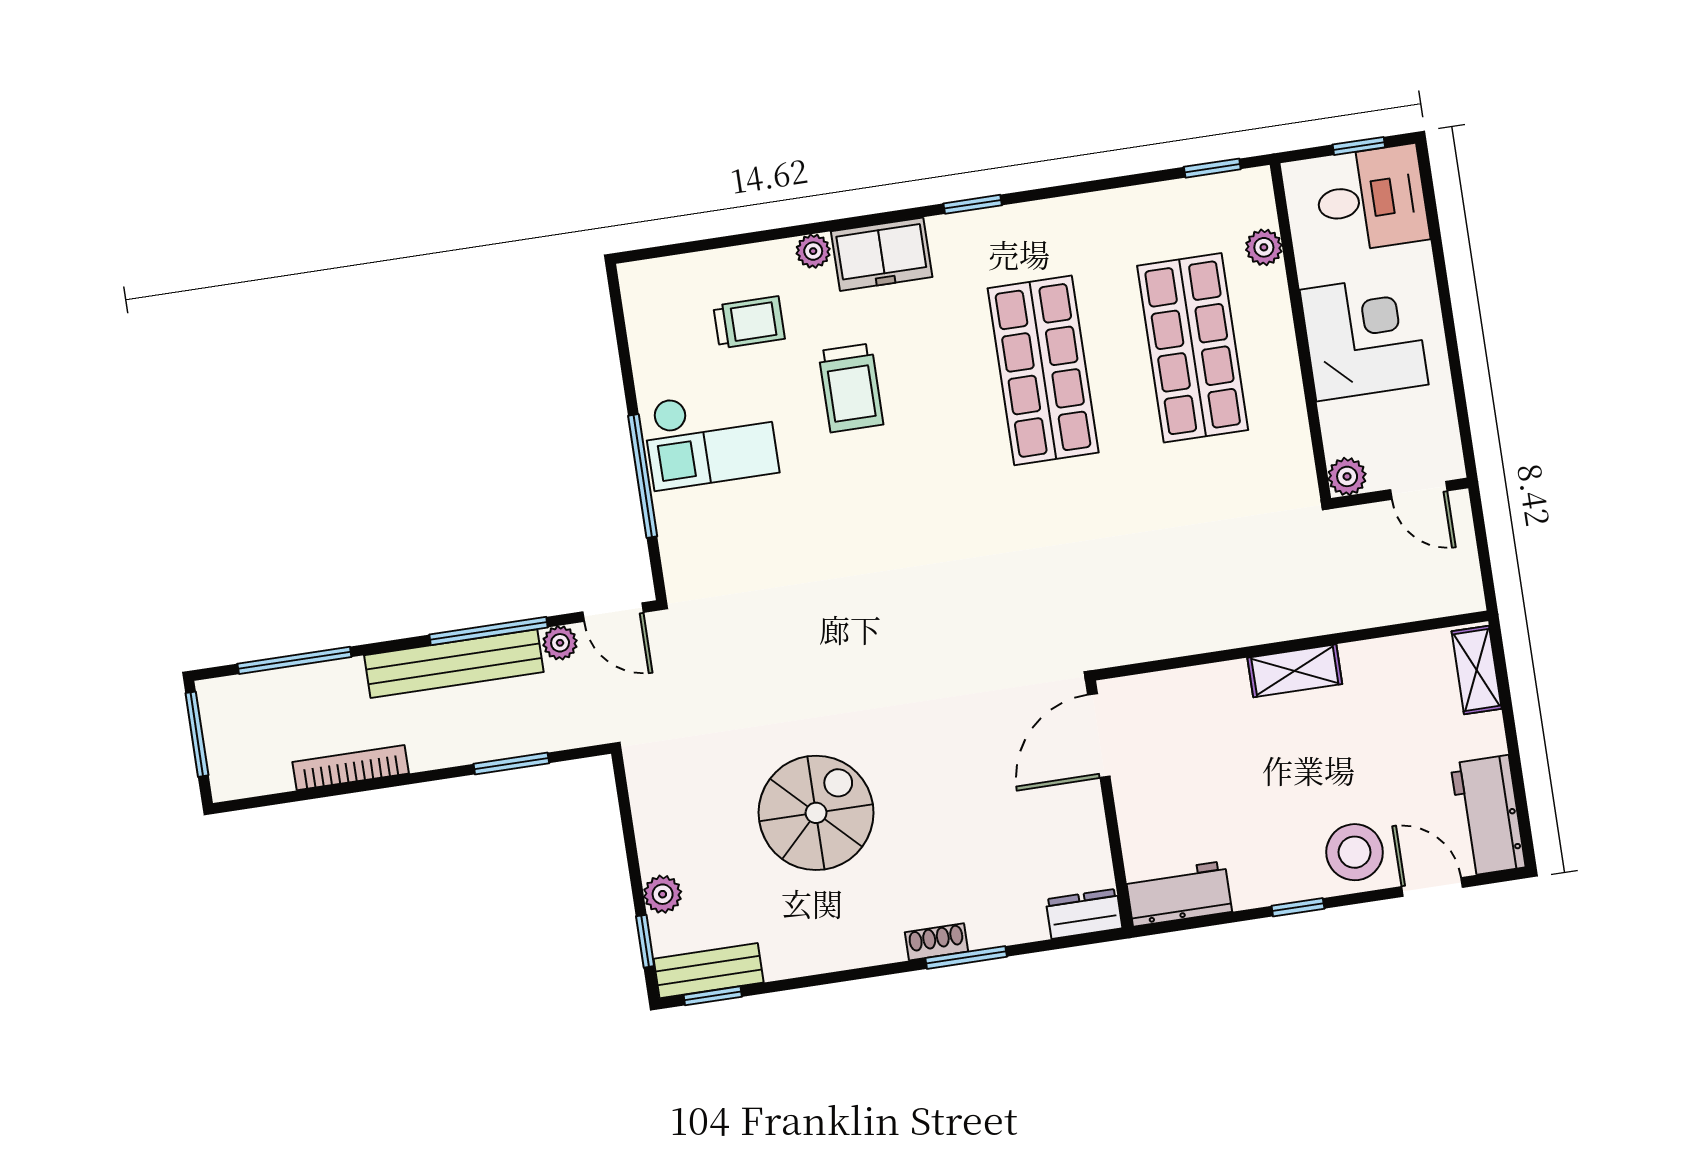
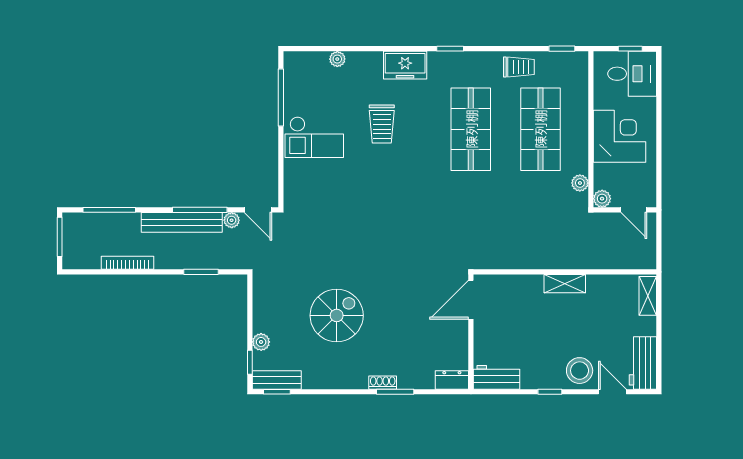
plant: (1264, 247) -> (580, 183), moved
plant: (813, 251) -> (337, 59), moved
trolley: (749, 322) -> (519, 67), moved
window: (643, 476) -> (281, 98), moved

